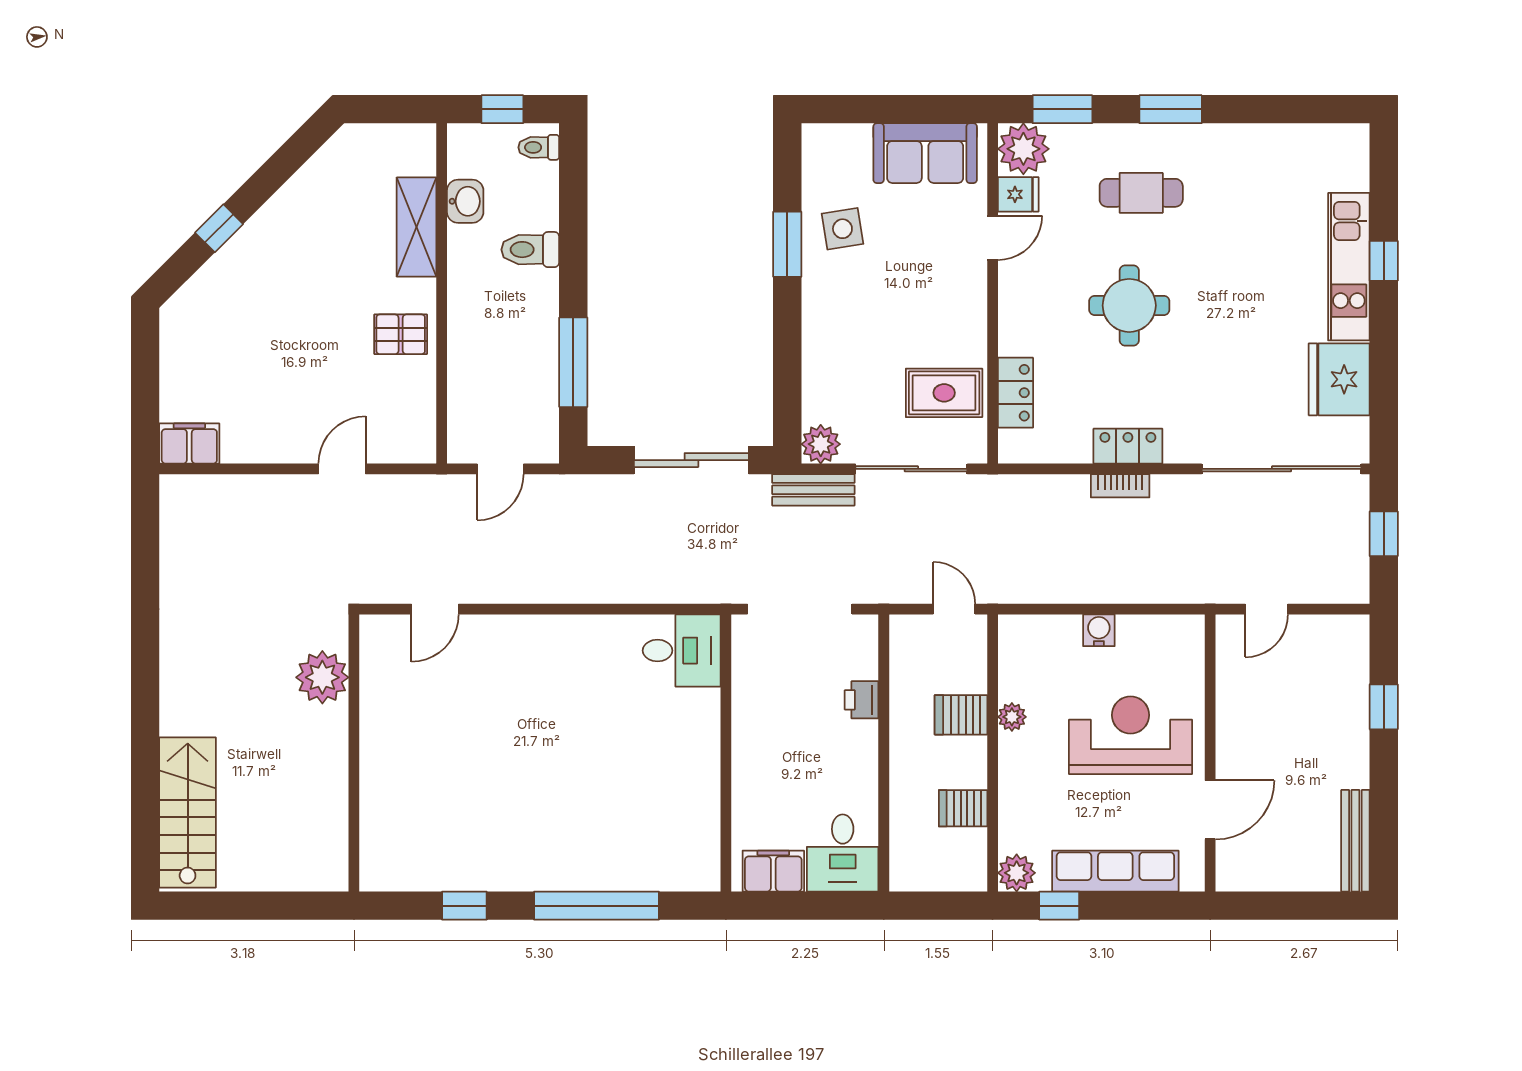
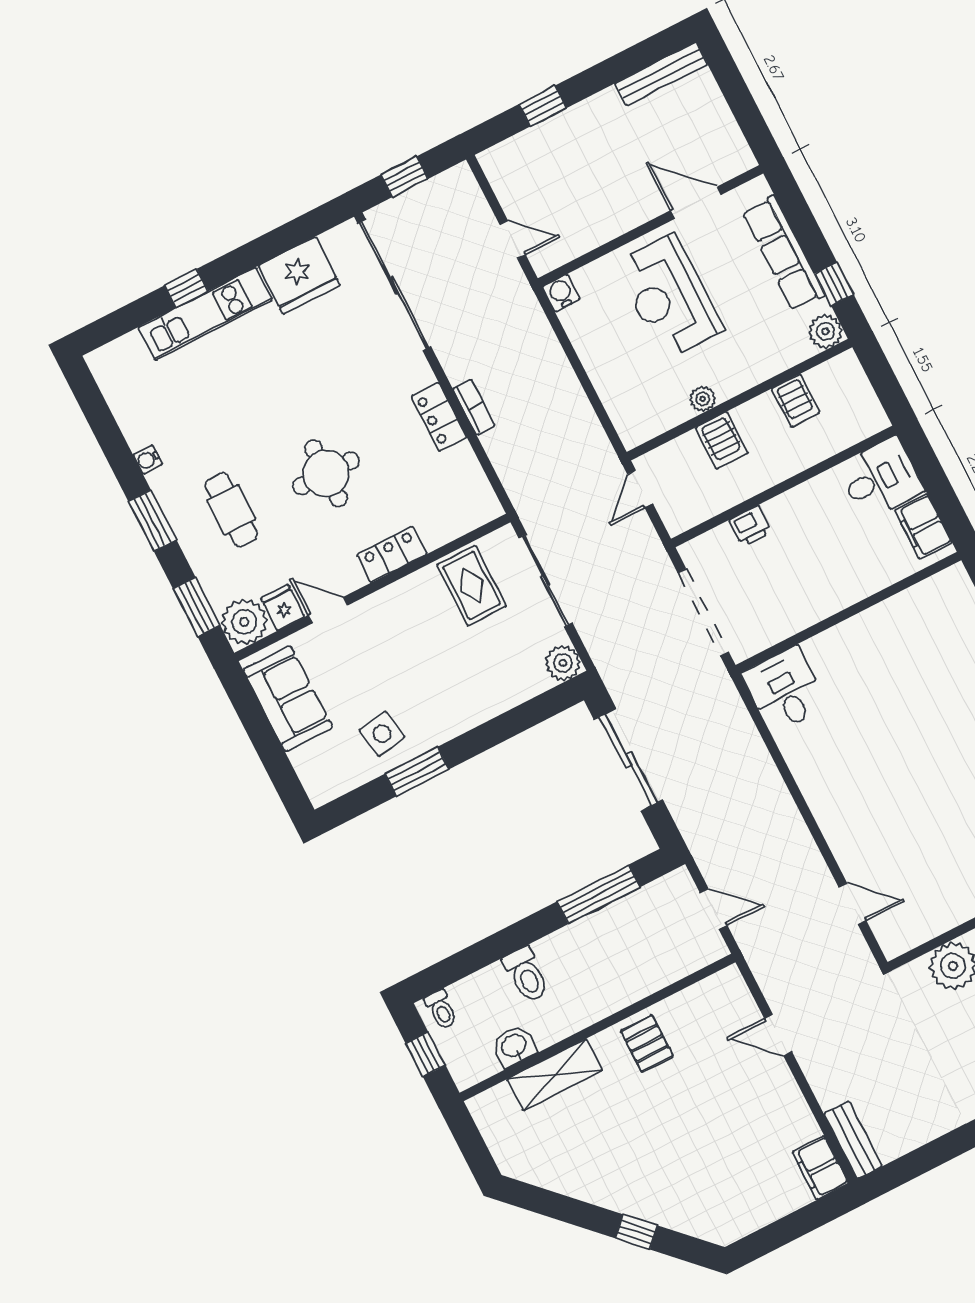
water cooler: (1234, 136) -> (148, 459), added
locker: (1015, 393) -> (392, 554), moved
bench: (813, 490) -> (853, 1140), moved
water cooler: (1099, 630) -> (561, 293), moved, turned 90

